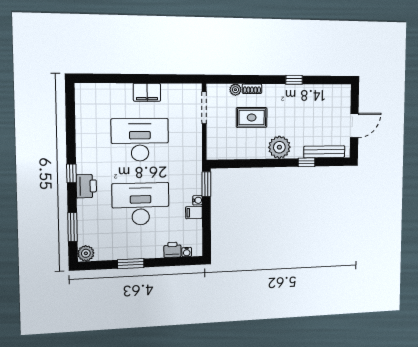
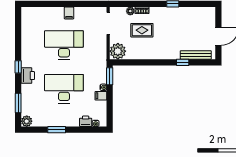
filing cabinet: (147, 92) -> (69, 13), width x0.50
plant: (279, 147) -> (118, 51), moved

